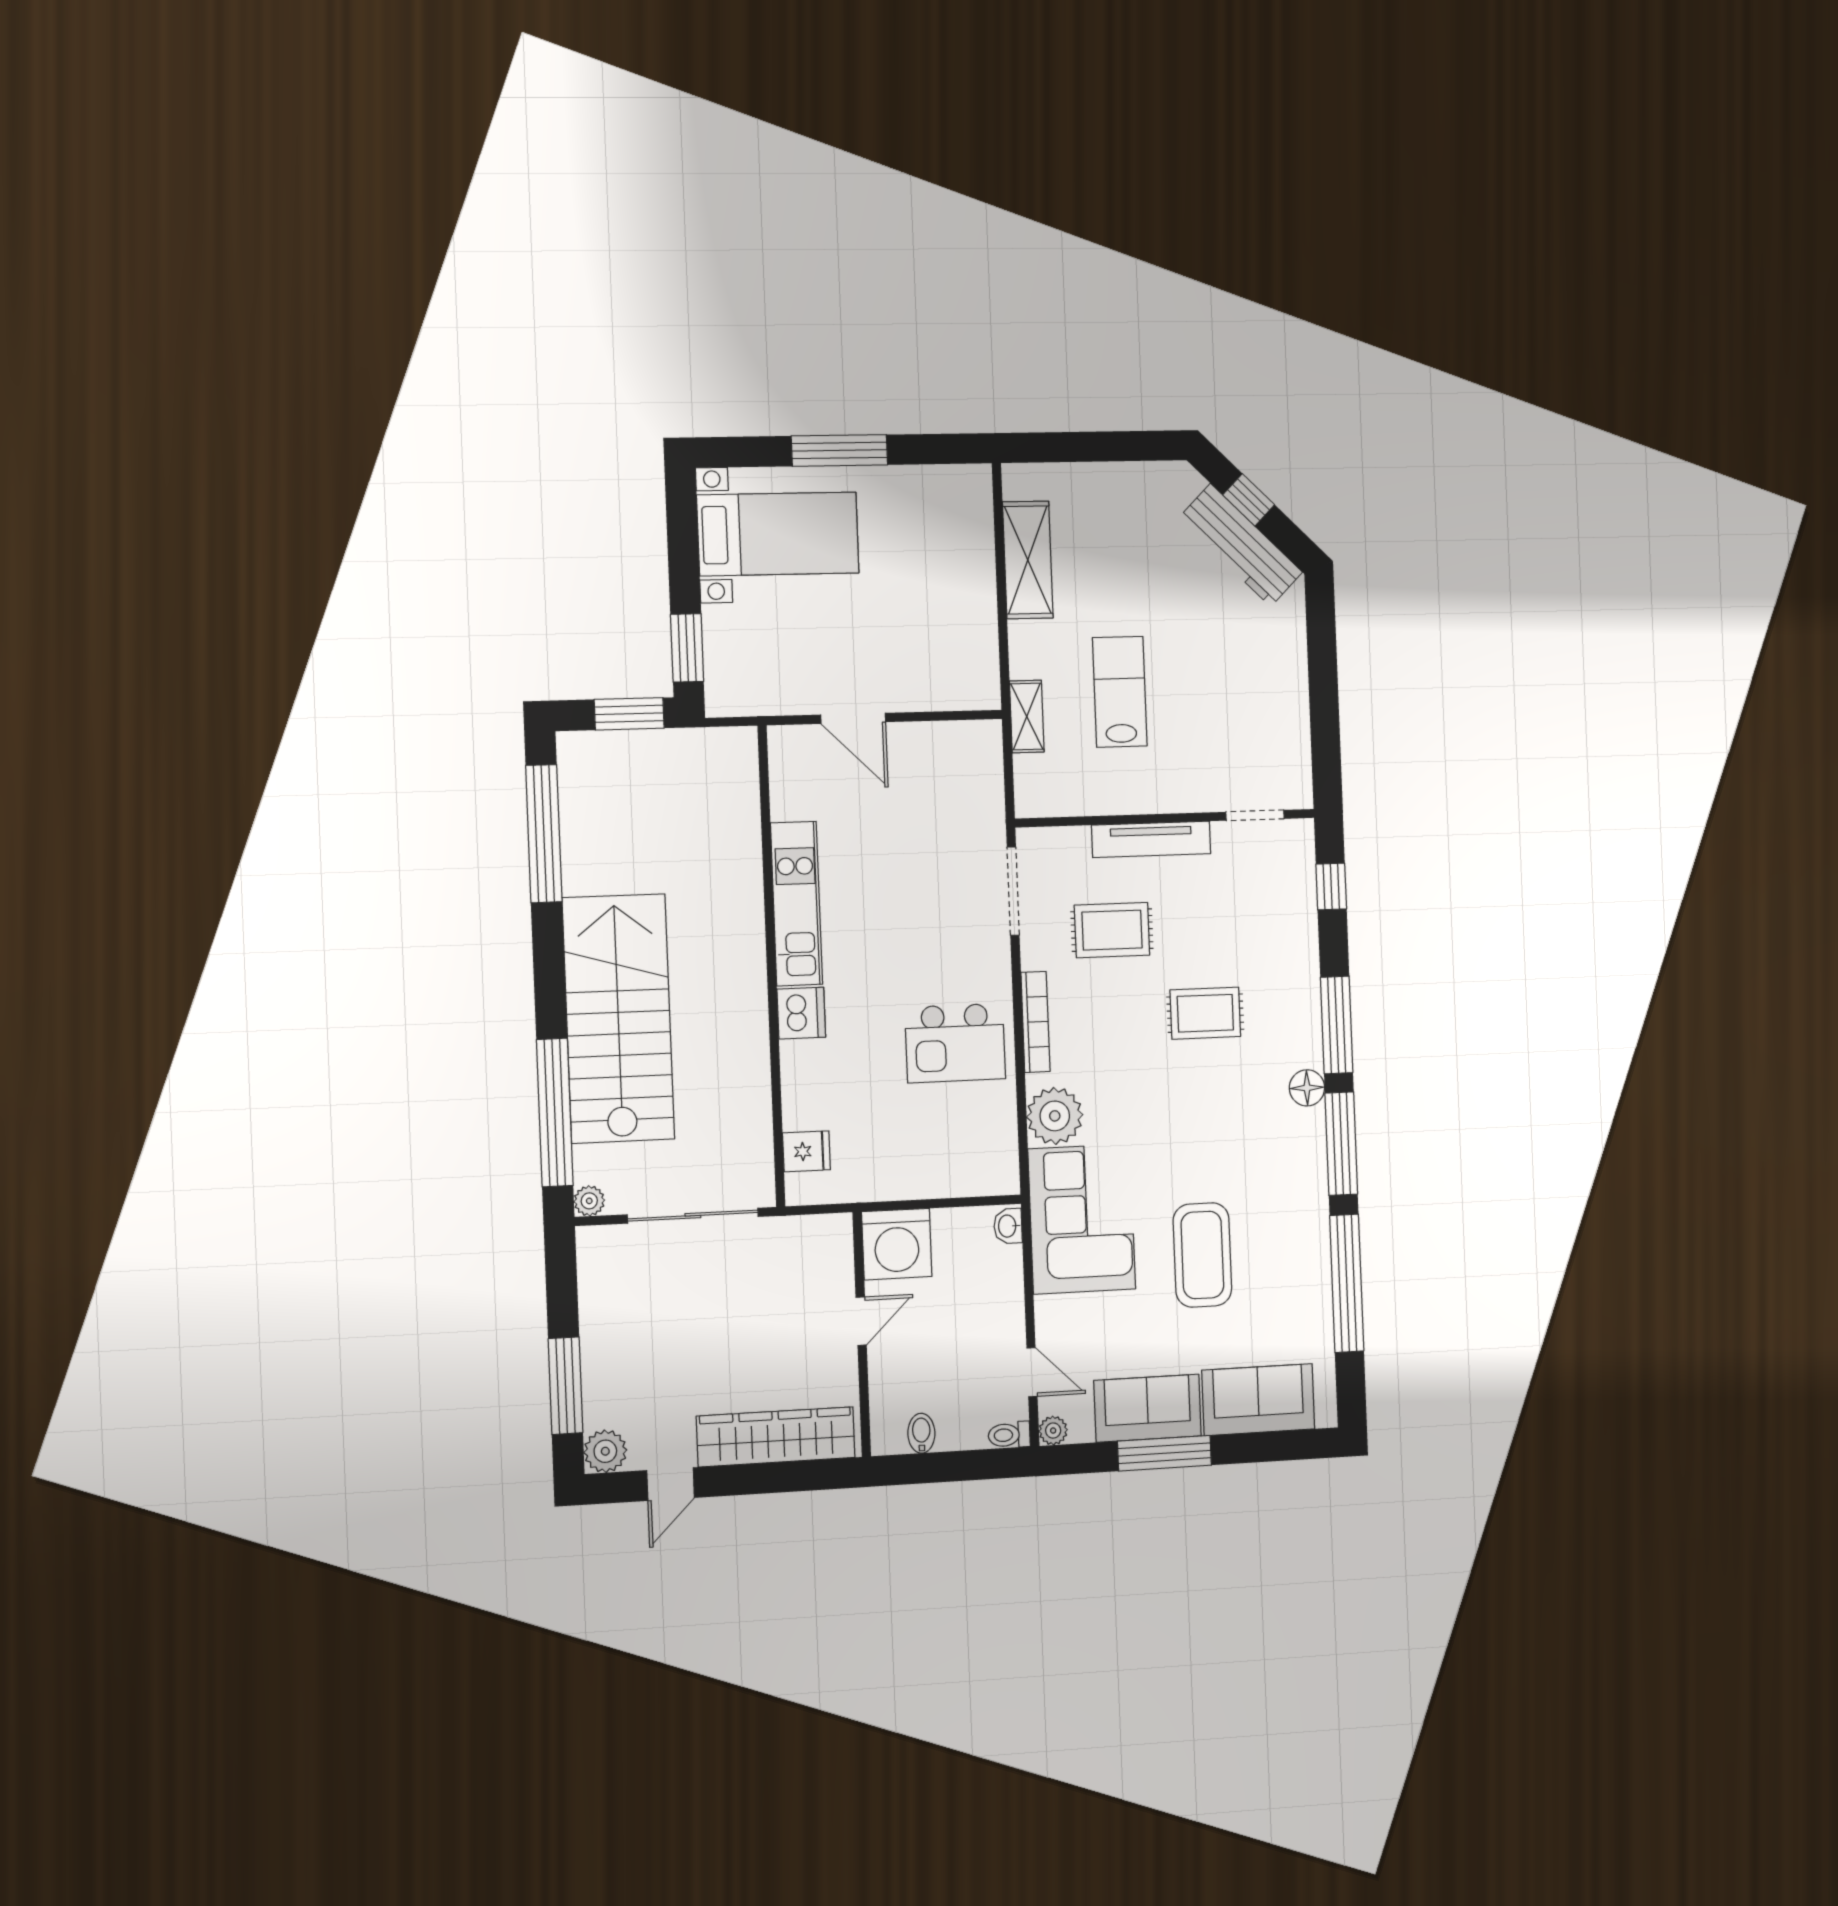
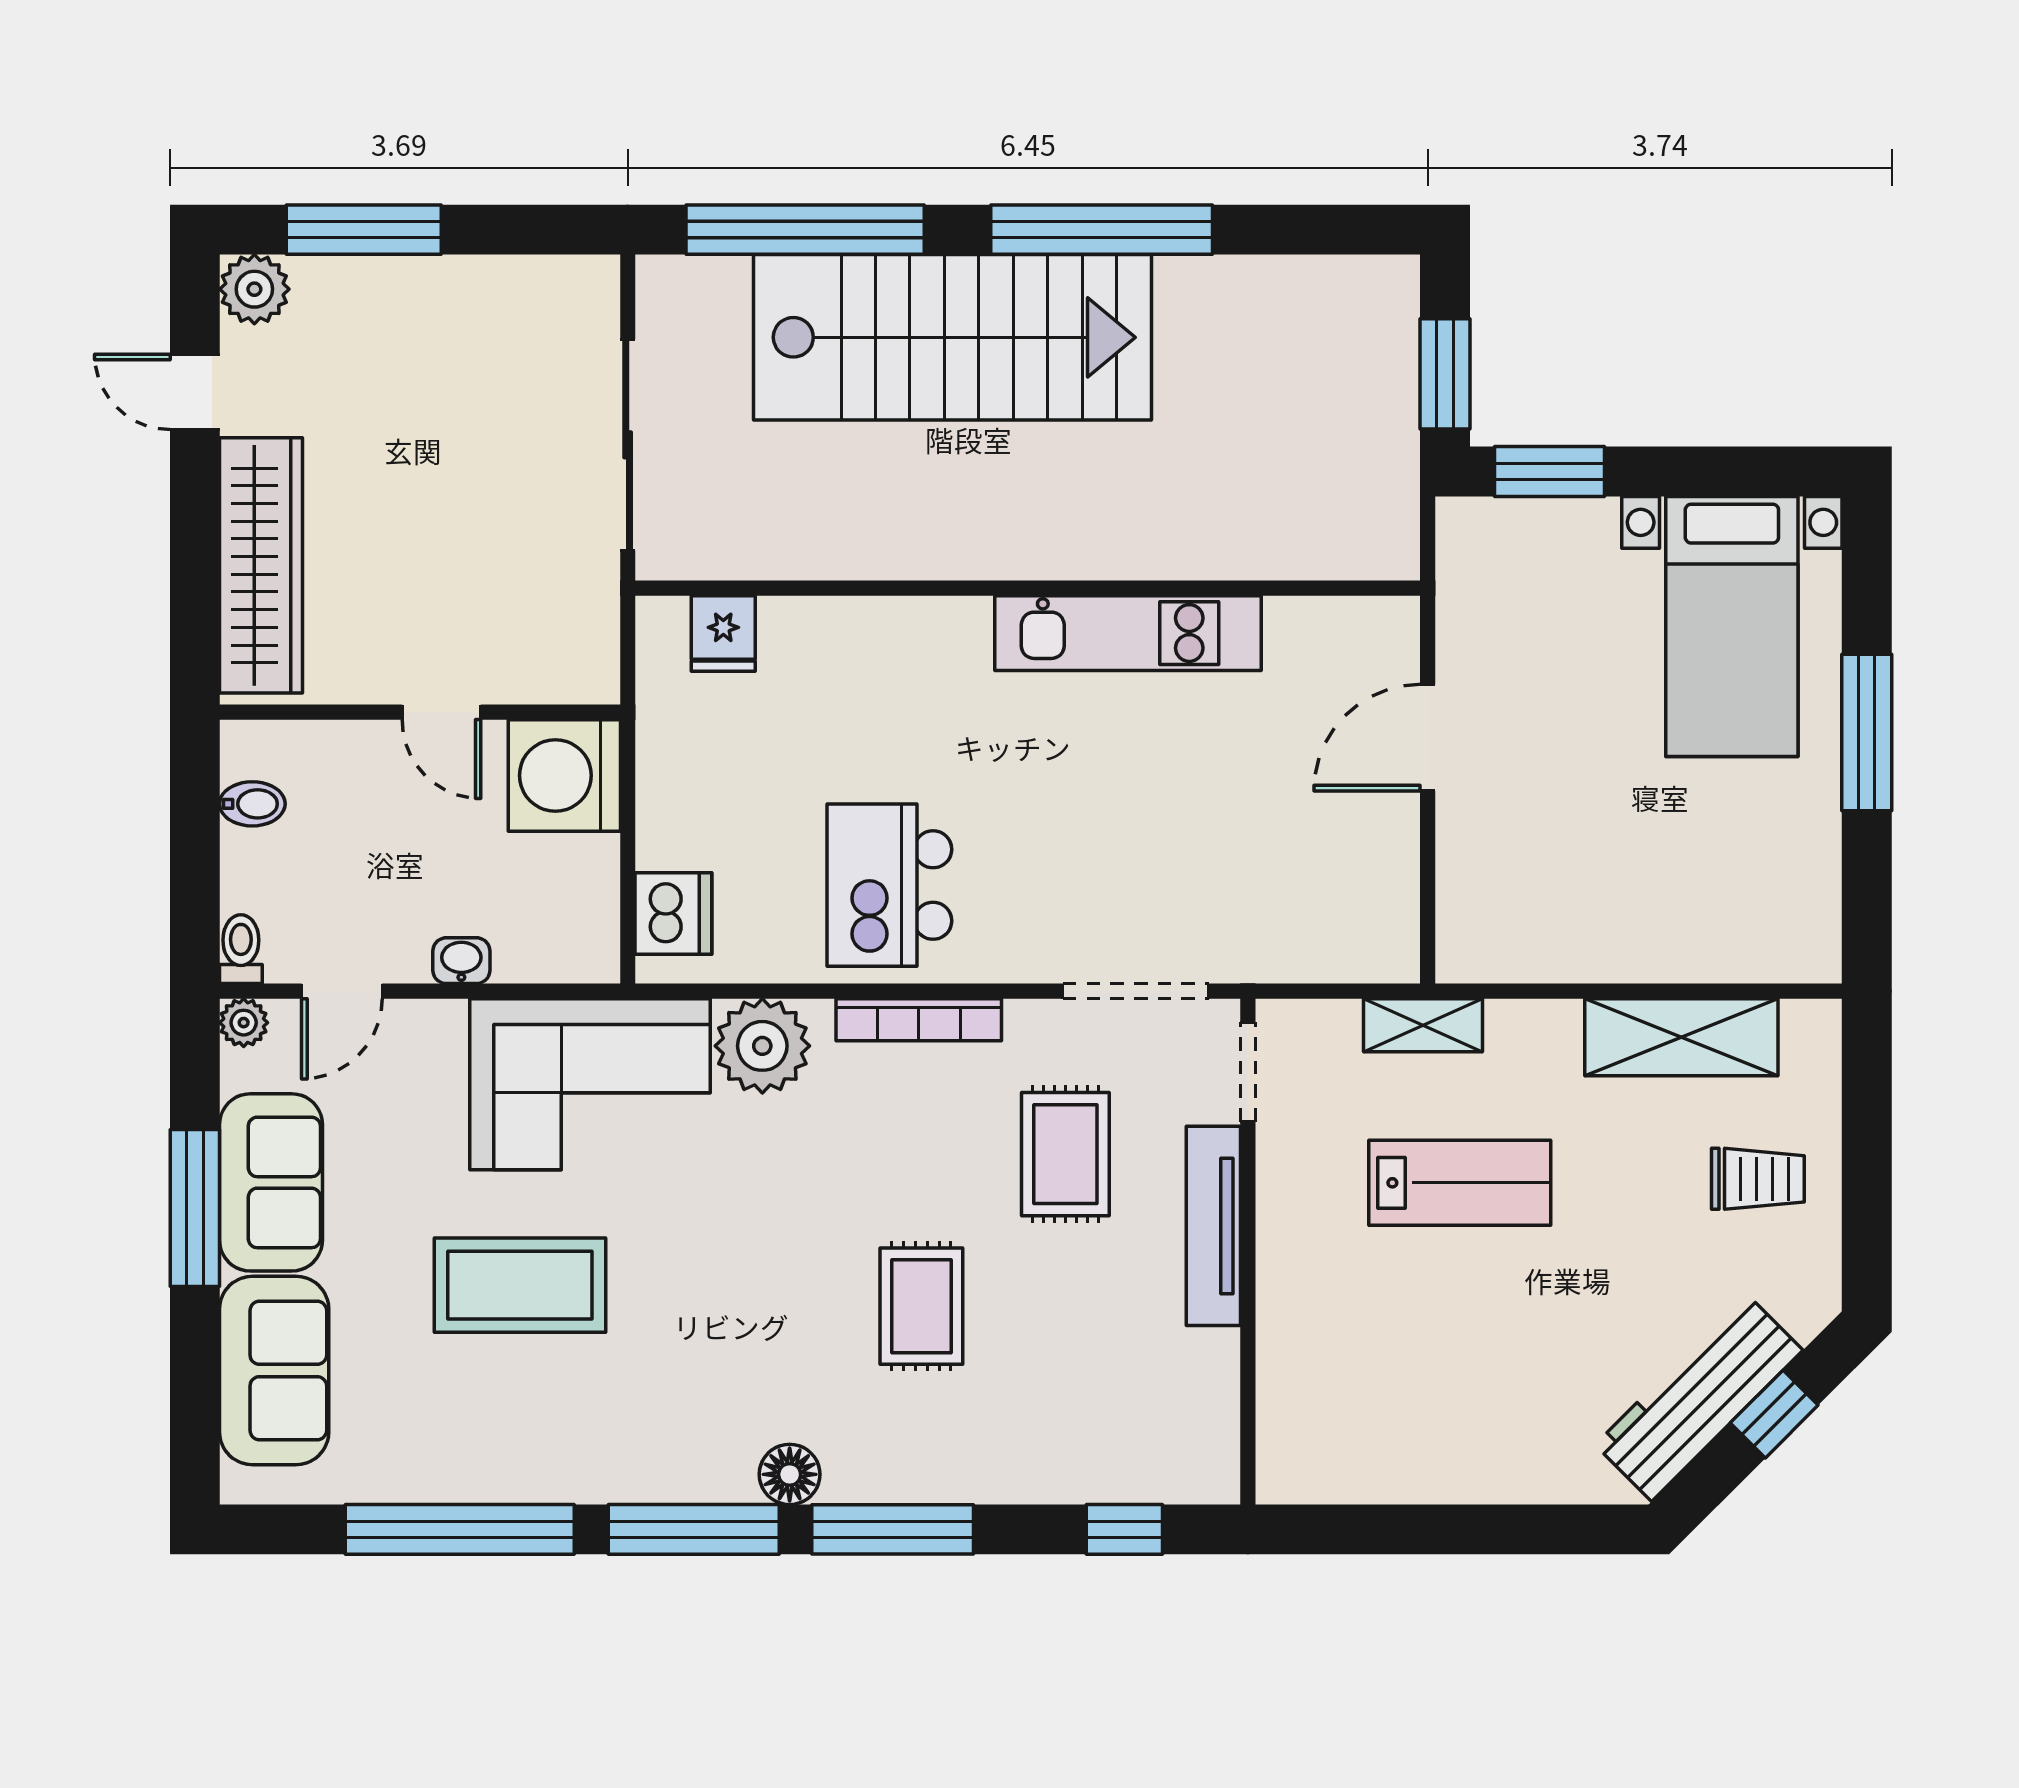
trolley: (1110, 512) -> (1758, 1179), added
doorway: (1255, 815) -> (1248, 1072), moved
window: (544, 834) -> (1102, 230), moved
dishwasher: (801, 1013) -> (673, 914), moved, turned -90
plant: (589, 1201) -> (660, 279), removed
washbasin: (1008, 1226) -> (461, 961), moved

